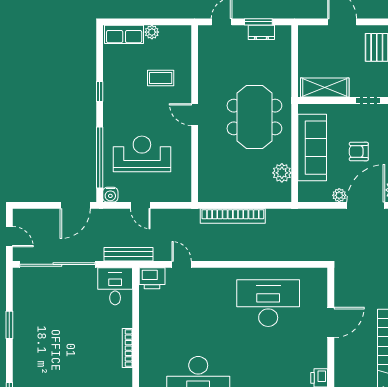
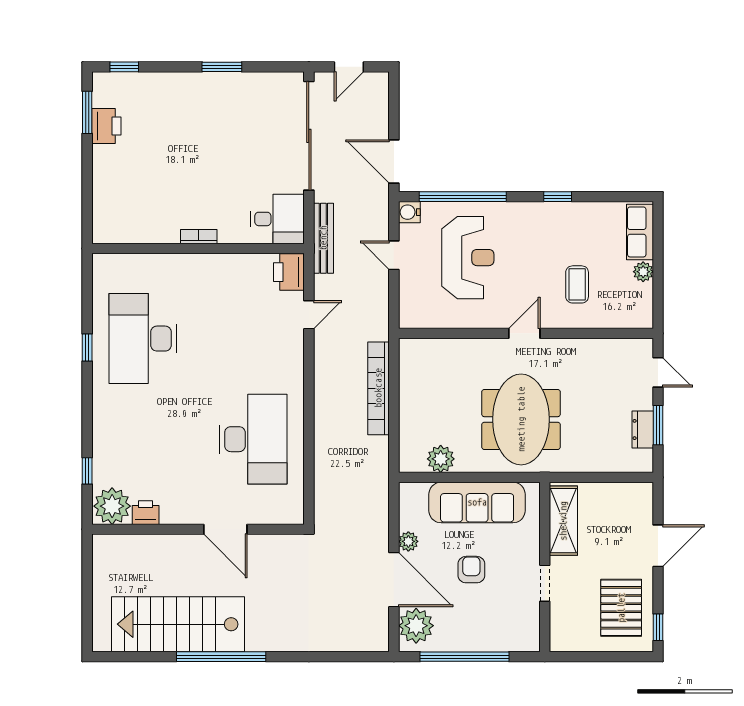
meeting table: (254, 117) -> (521, 419), turned 90
door: (140, 205) -> (394, 255), hinge flipped
bookcase: (127, 348) -> (199, 237), width x0.64

